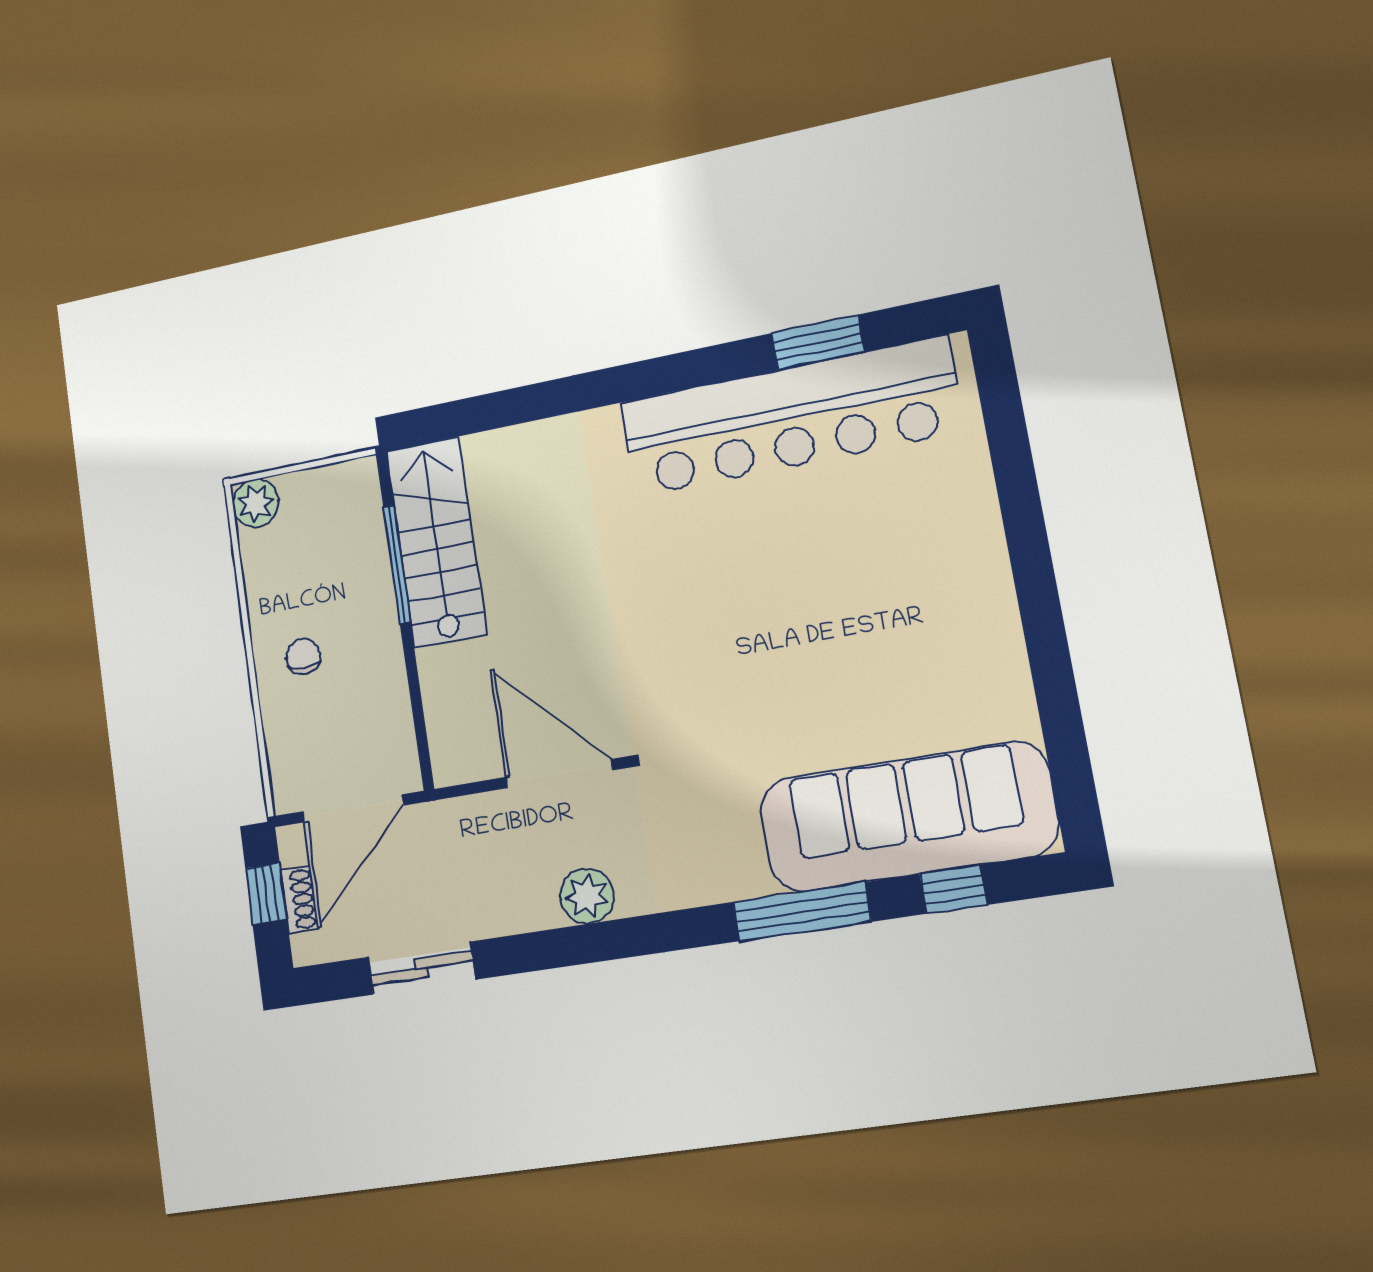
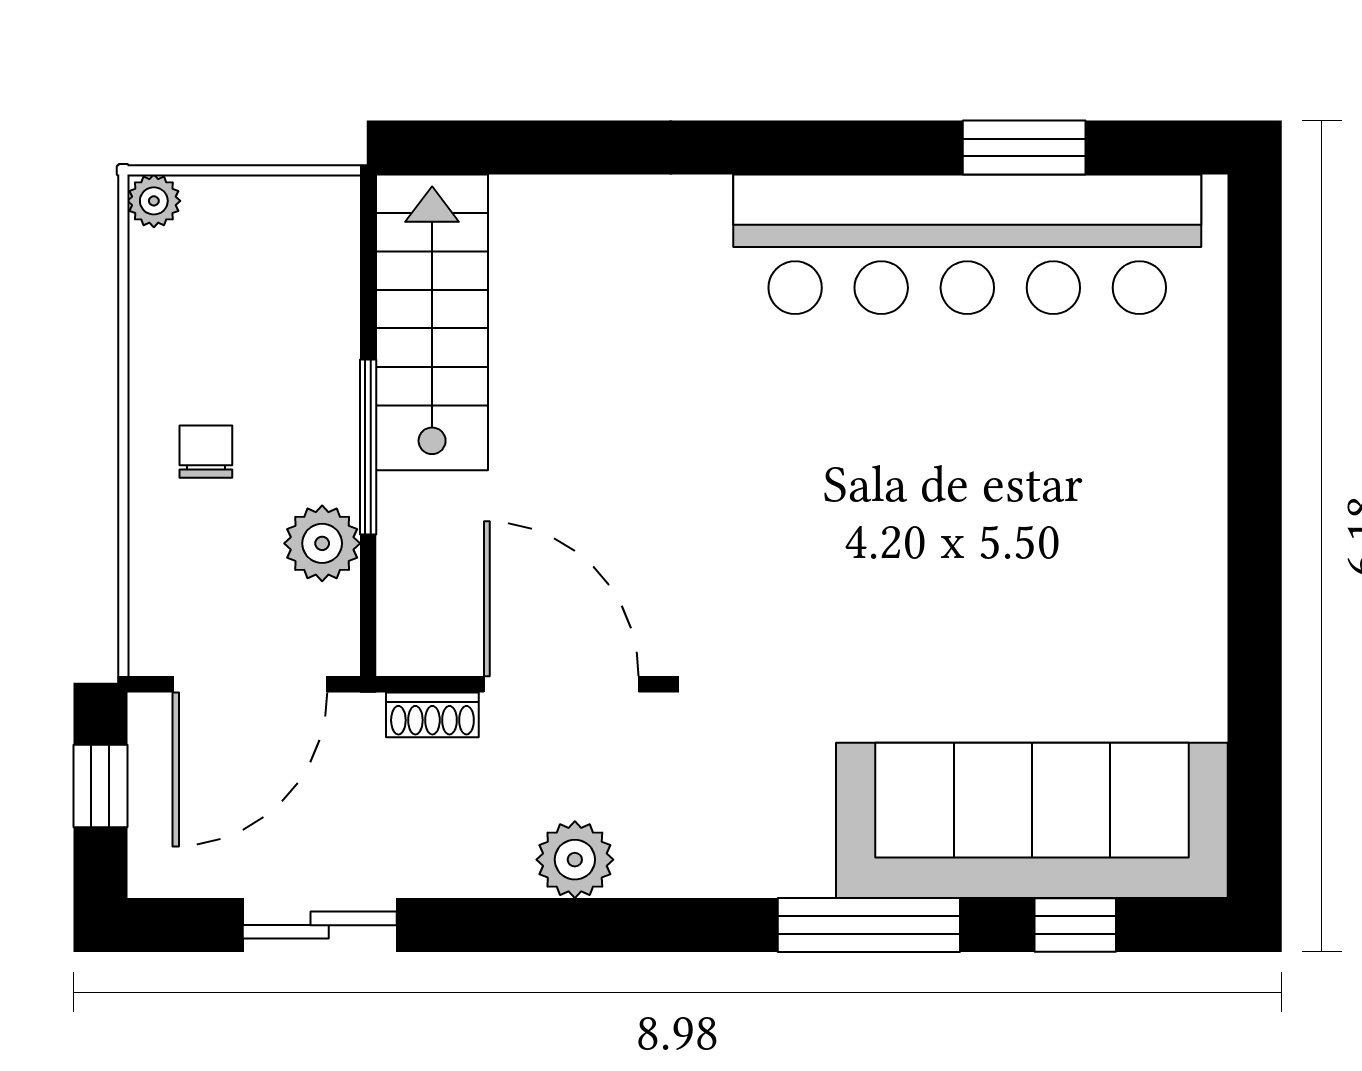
plant: (256, 503) -> (154, 201), width x0.73, depth x0.73
window: (397, 564) -> (368, 447), moved
plant: (386, 704) -> (322, 543), added
shoe rack: (299, 900) -> (432, 715), moved, turned 90

